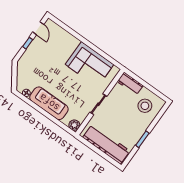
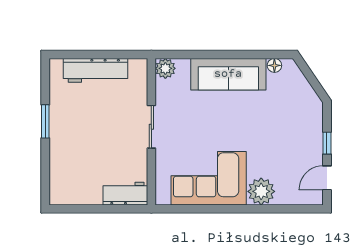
door: (38, 28) -> (327, 178), hinge flipped
plant: (71, 43) -> (261, 191), added
stool: (145, 106) -> (78, 175), removed
workbench: (106, 144) -> (95, 70), width x0.73, depth x0.76

